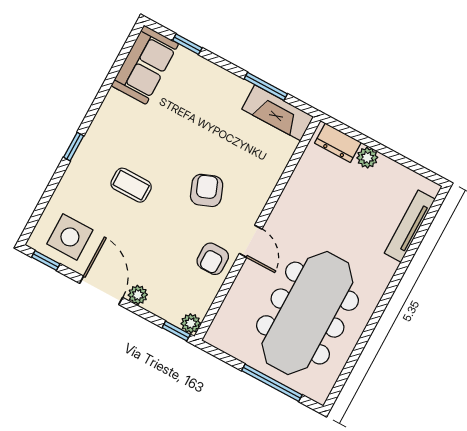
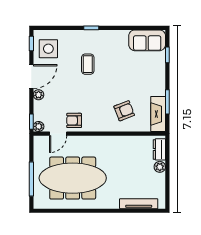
armchair: (207, 190) -> (124, 111), moved
door: (251, 241) -> (58, 134), moved

